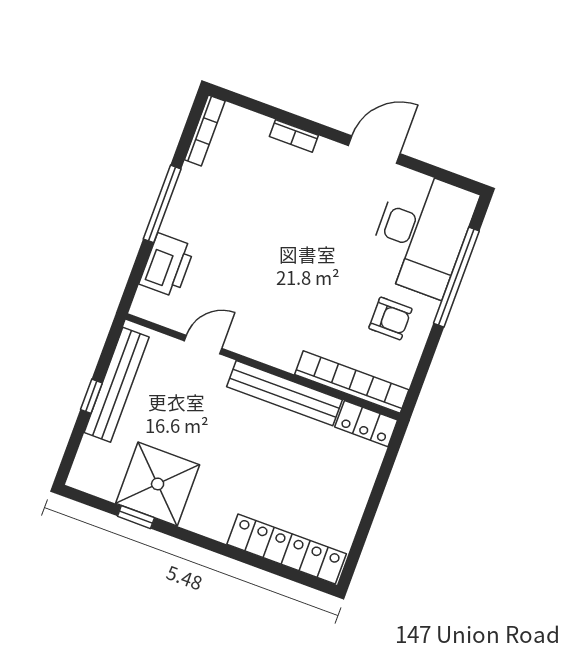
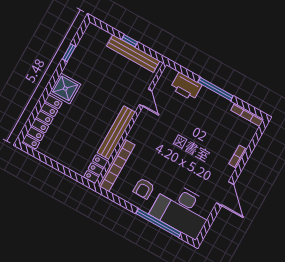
shower: (158, 484) -> (65, 88), moved, width x0.73, depth x0.73

